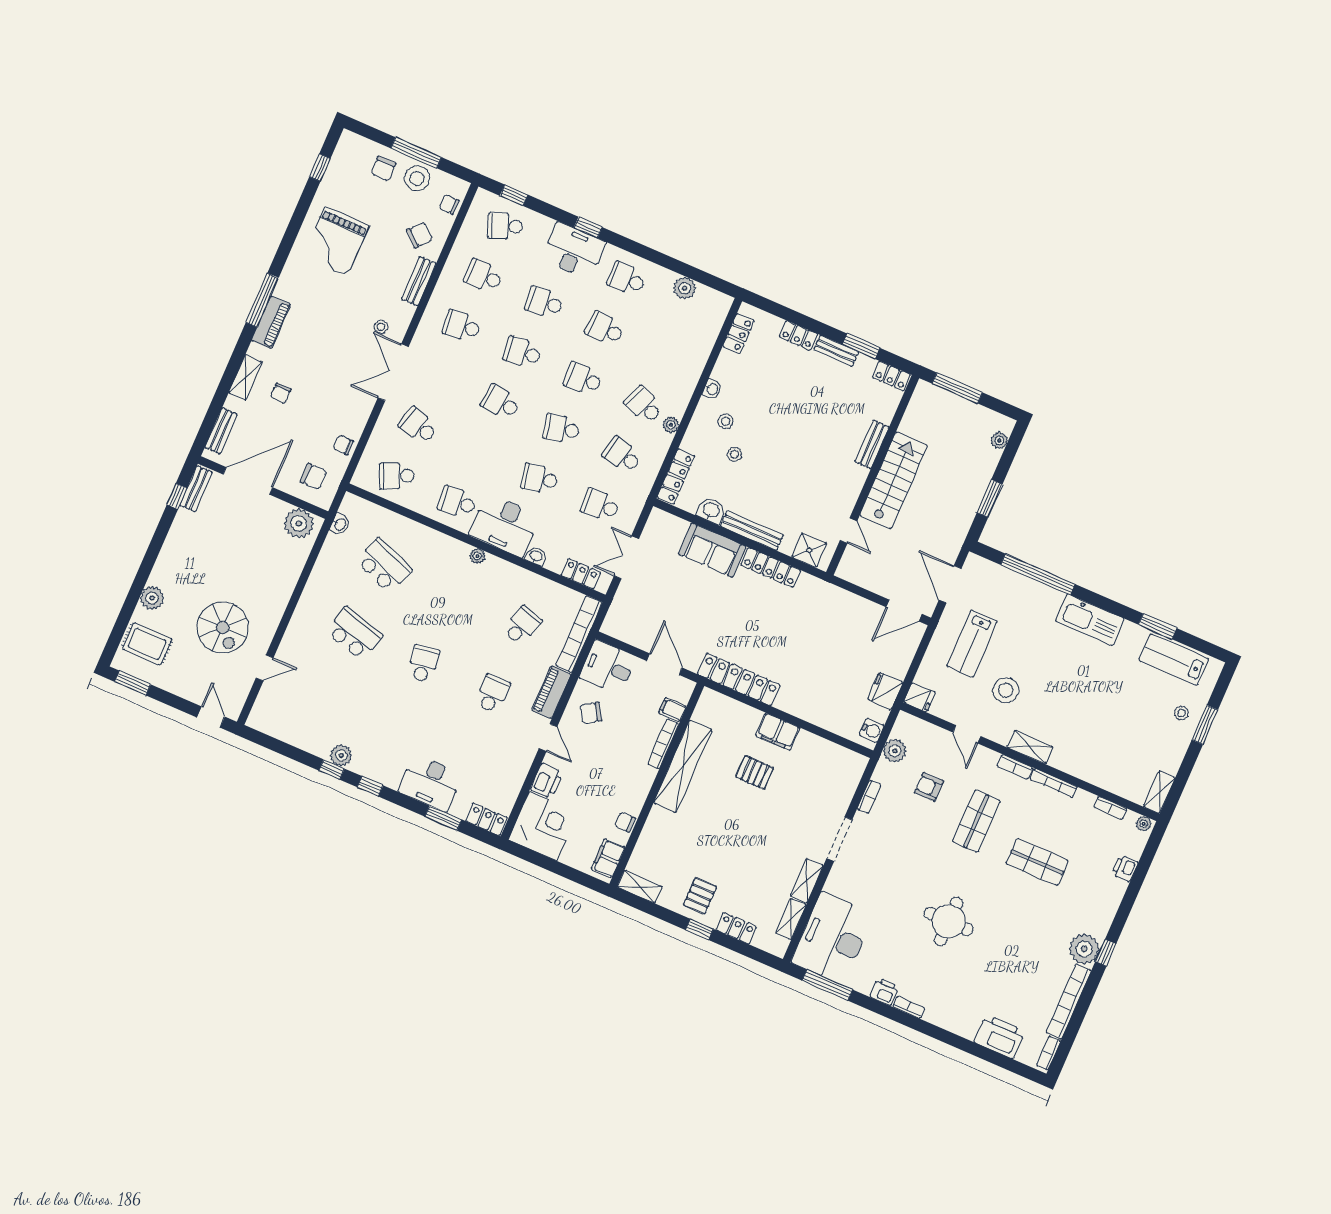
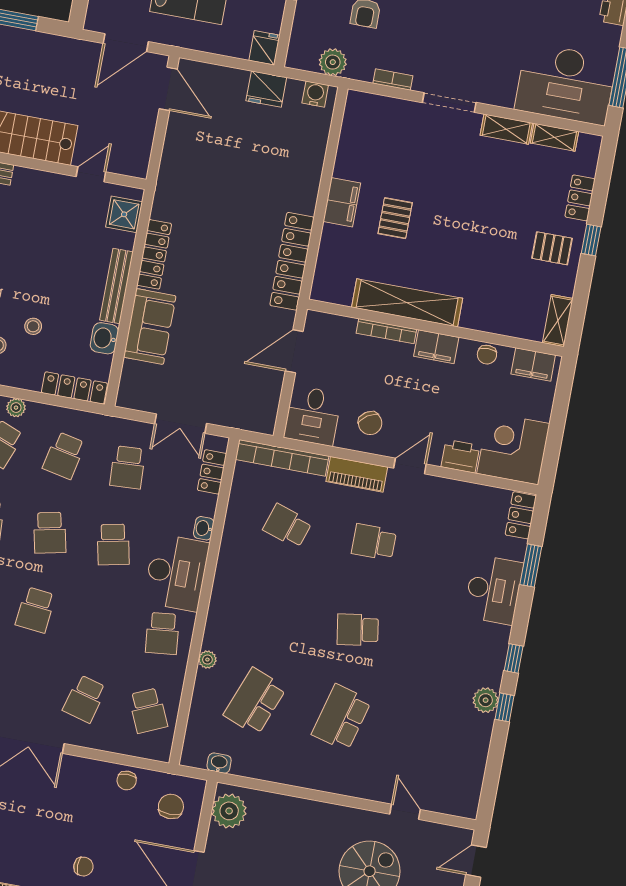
plant: (477, 556) -> (207, 660), moved
filing cabinet: (673, 710) -> (436, 347), moved, width x2.00

